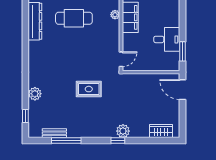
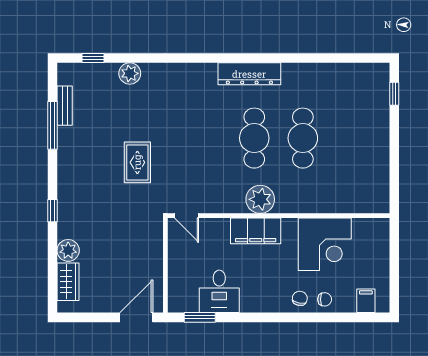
plant: (115, 15) -> (260, 199), width x1.87, depth x1.87
plant: (123, 131) -> (68, 250), moved

